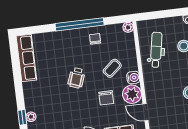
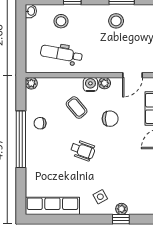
plant: (132, 94) -> (105, 83), width x0.53, depth x0.53
side table: (39, 98) -> (100, 197), added

